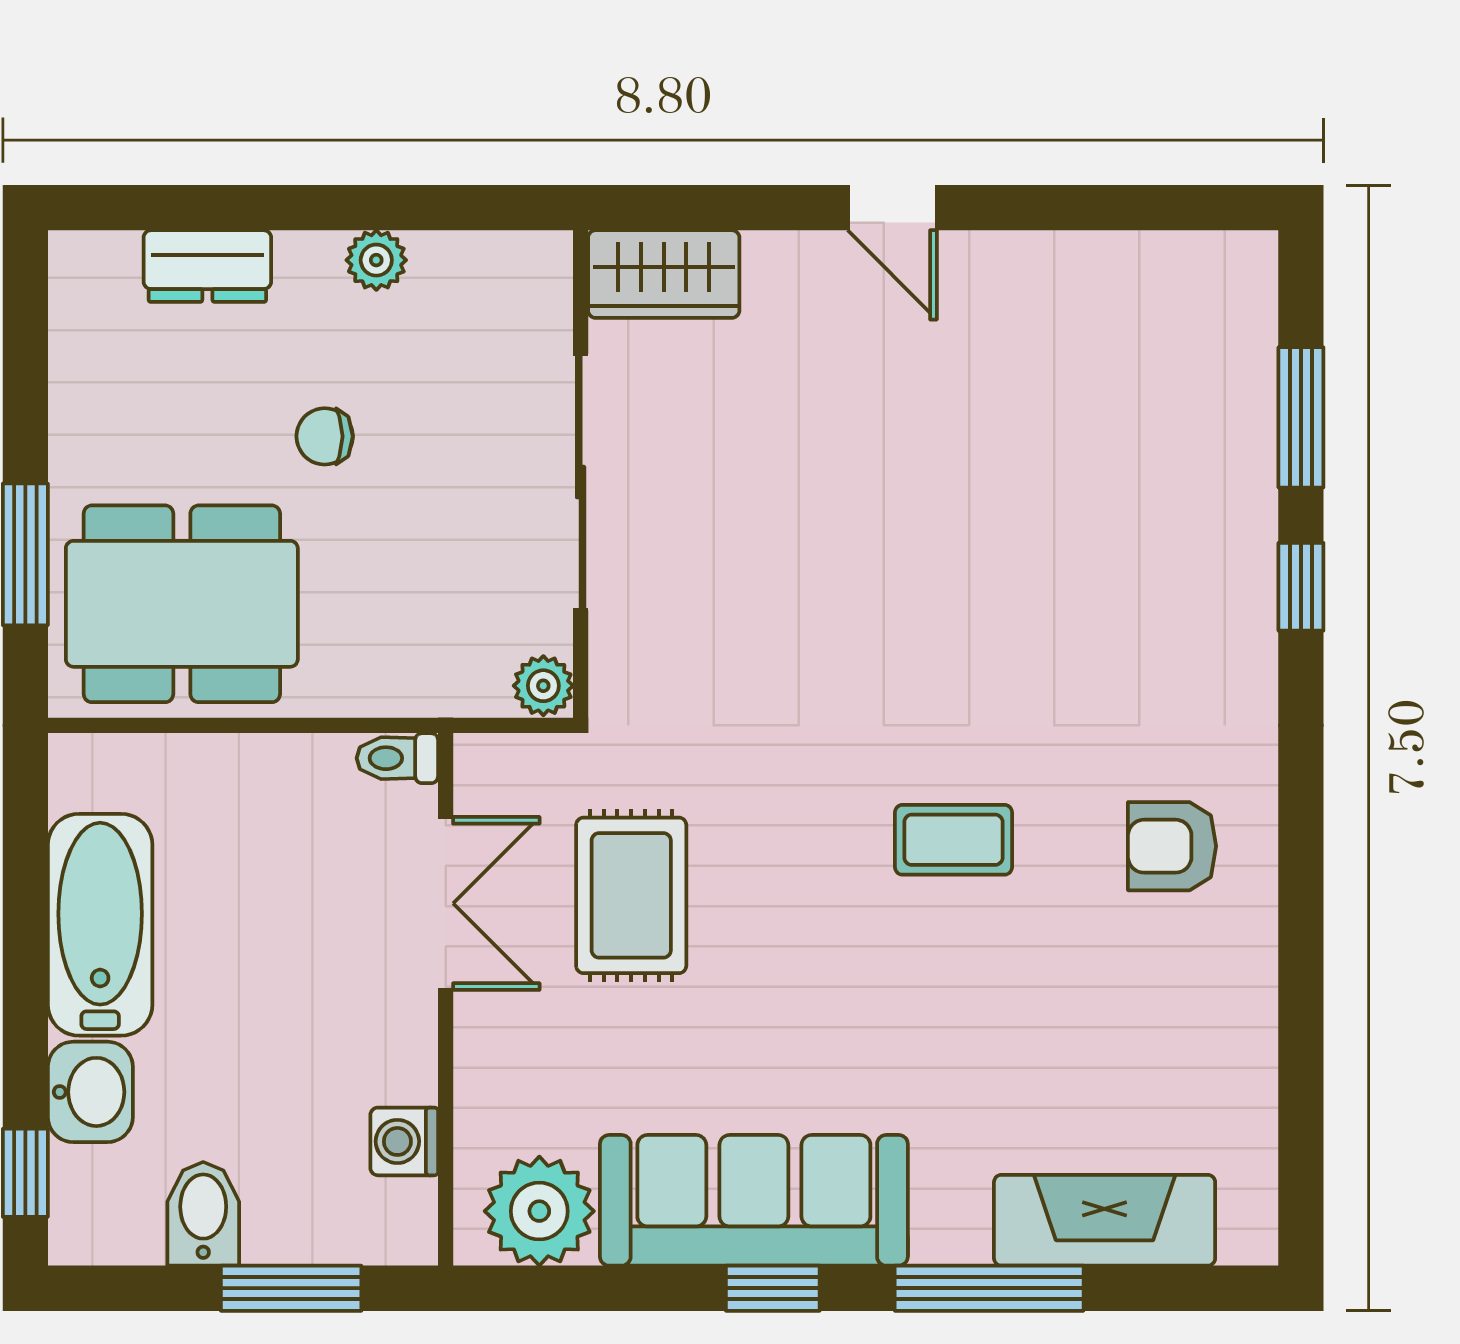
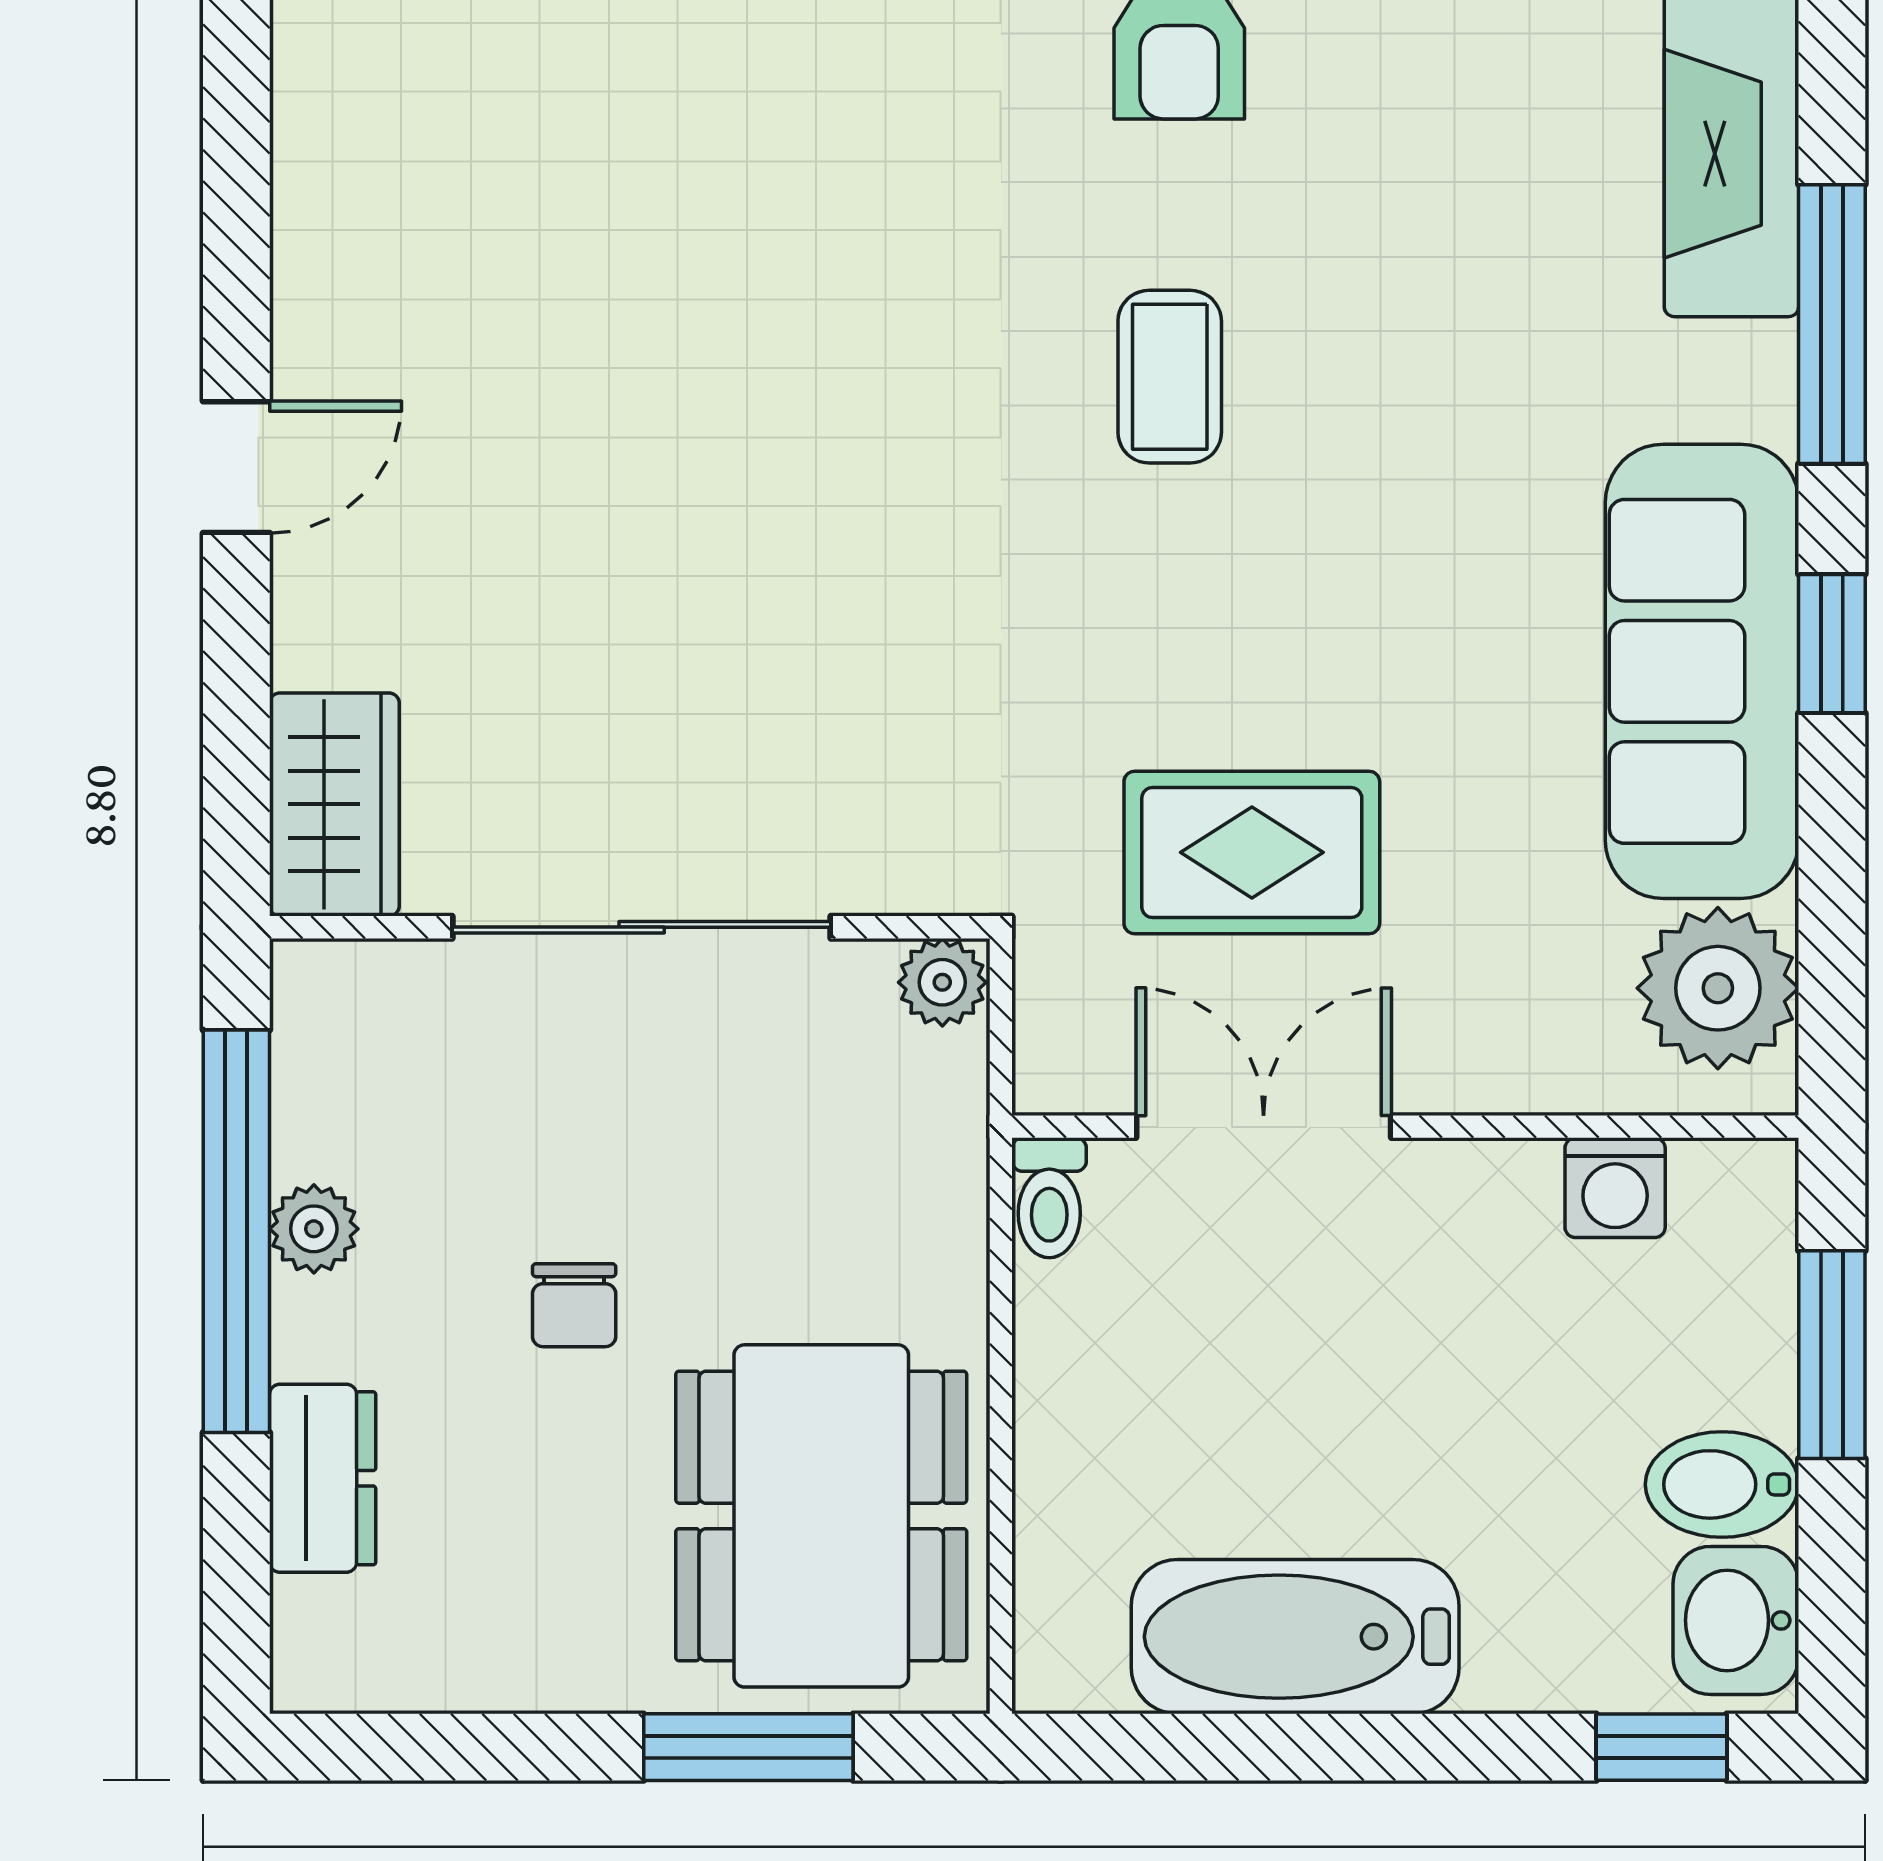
window: (375, 208) -> (236, 1231), added
washbasin: (90, 1092) -> (1736, 1620), moved, turned -90

